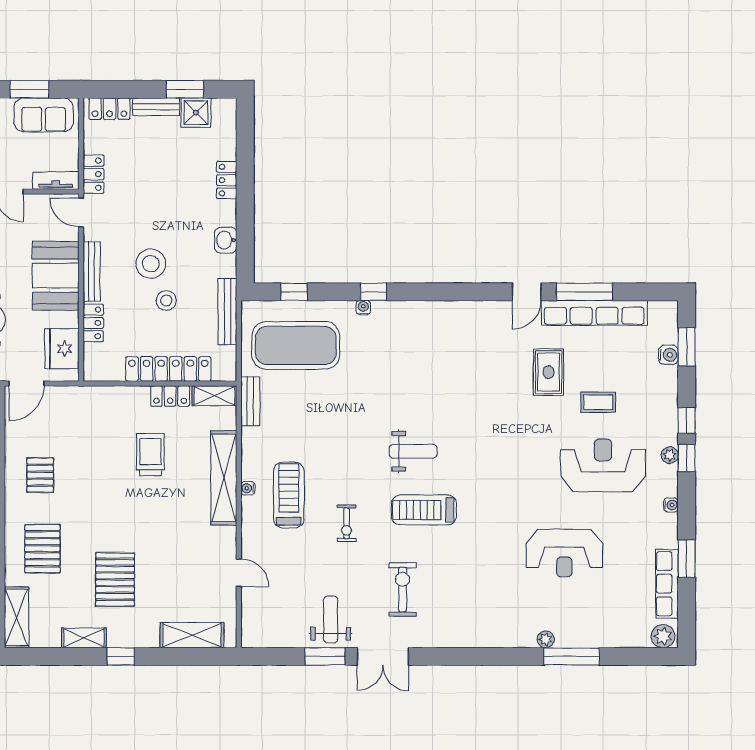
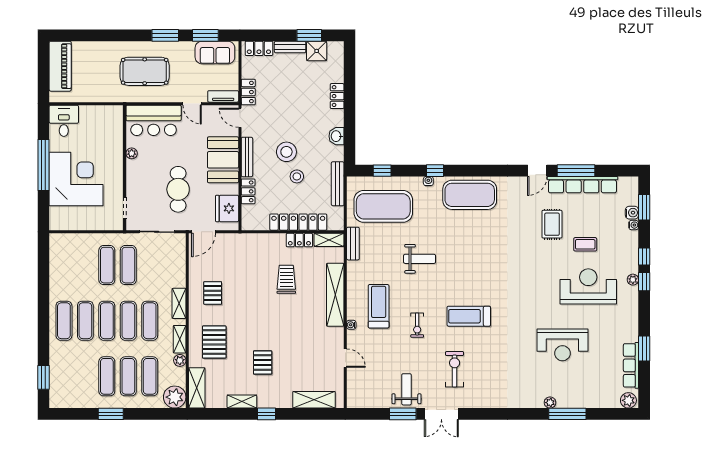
exercise mat: (425, 328) -> (470, 195), added
weight bench: (413, 451) -> (420, 259), moved
water cooler: (248, 488) -> (351, 325), moved
water cooler: (671, 505) -> (634, 225), moved
pallet: (115, 579) -> (263, 363), width x0.67, depth x0.71

